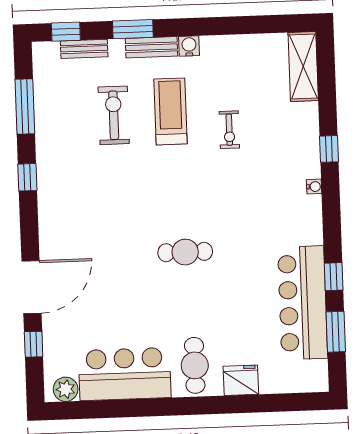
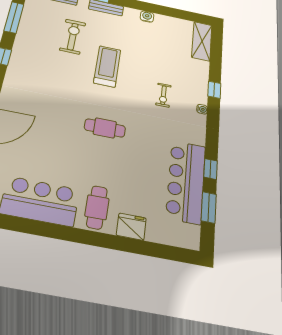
water cooler: (189, 46) -> (147, 17), moved
treadmill: (171, 111) -> (107, 66), moved
exercise bike: (229, 130) -> (163, 95), moved

